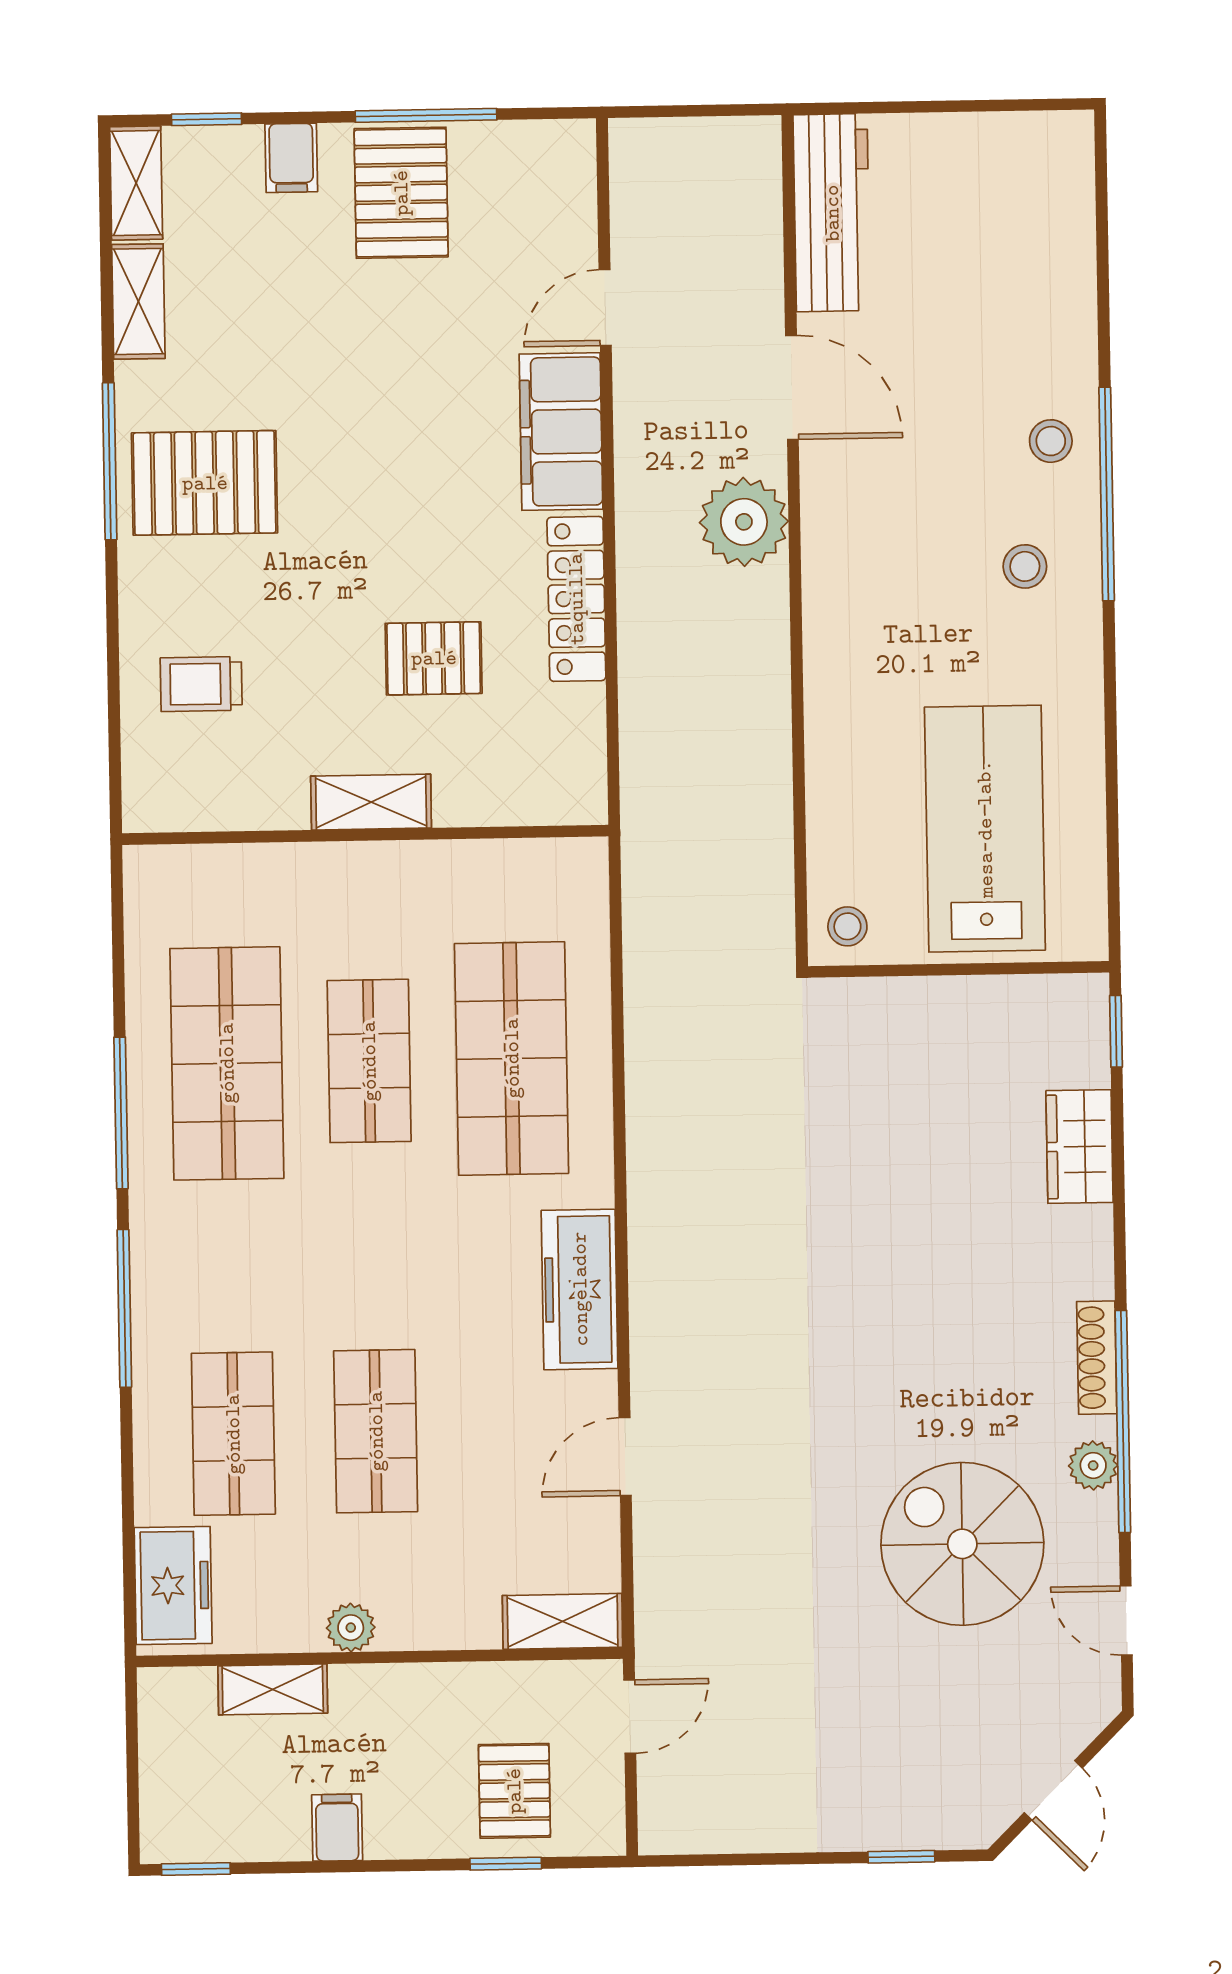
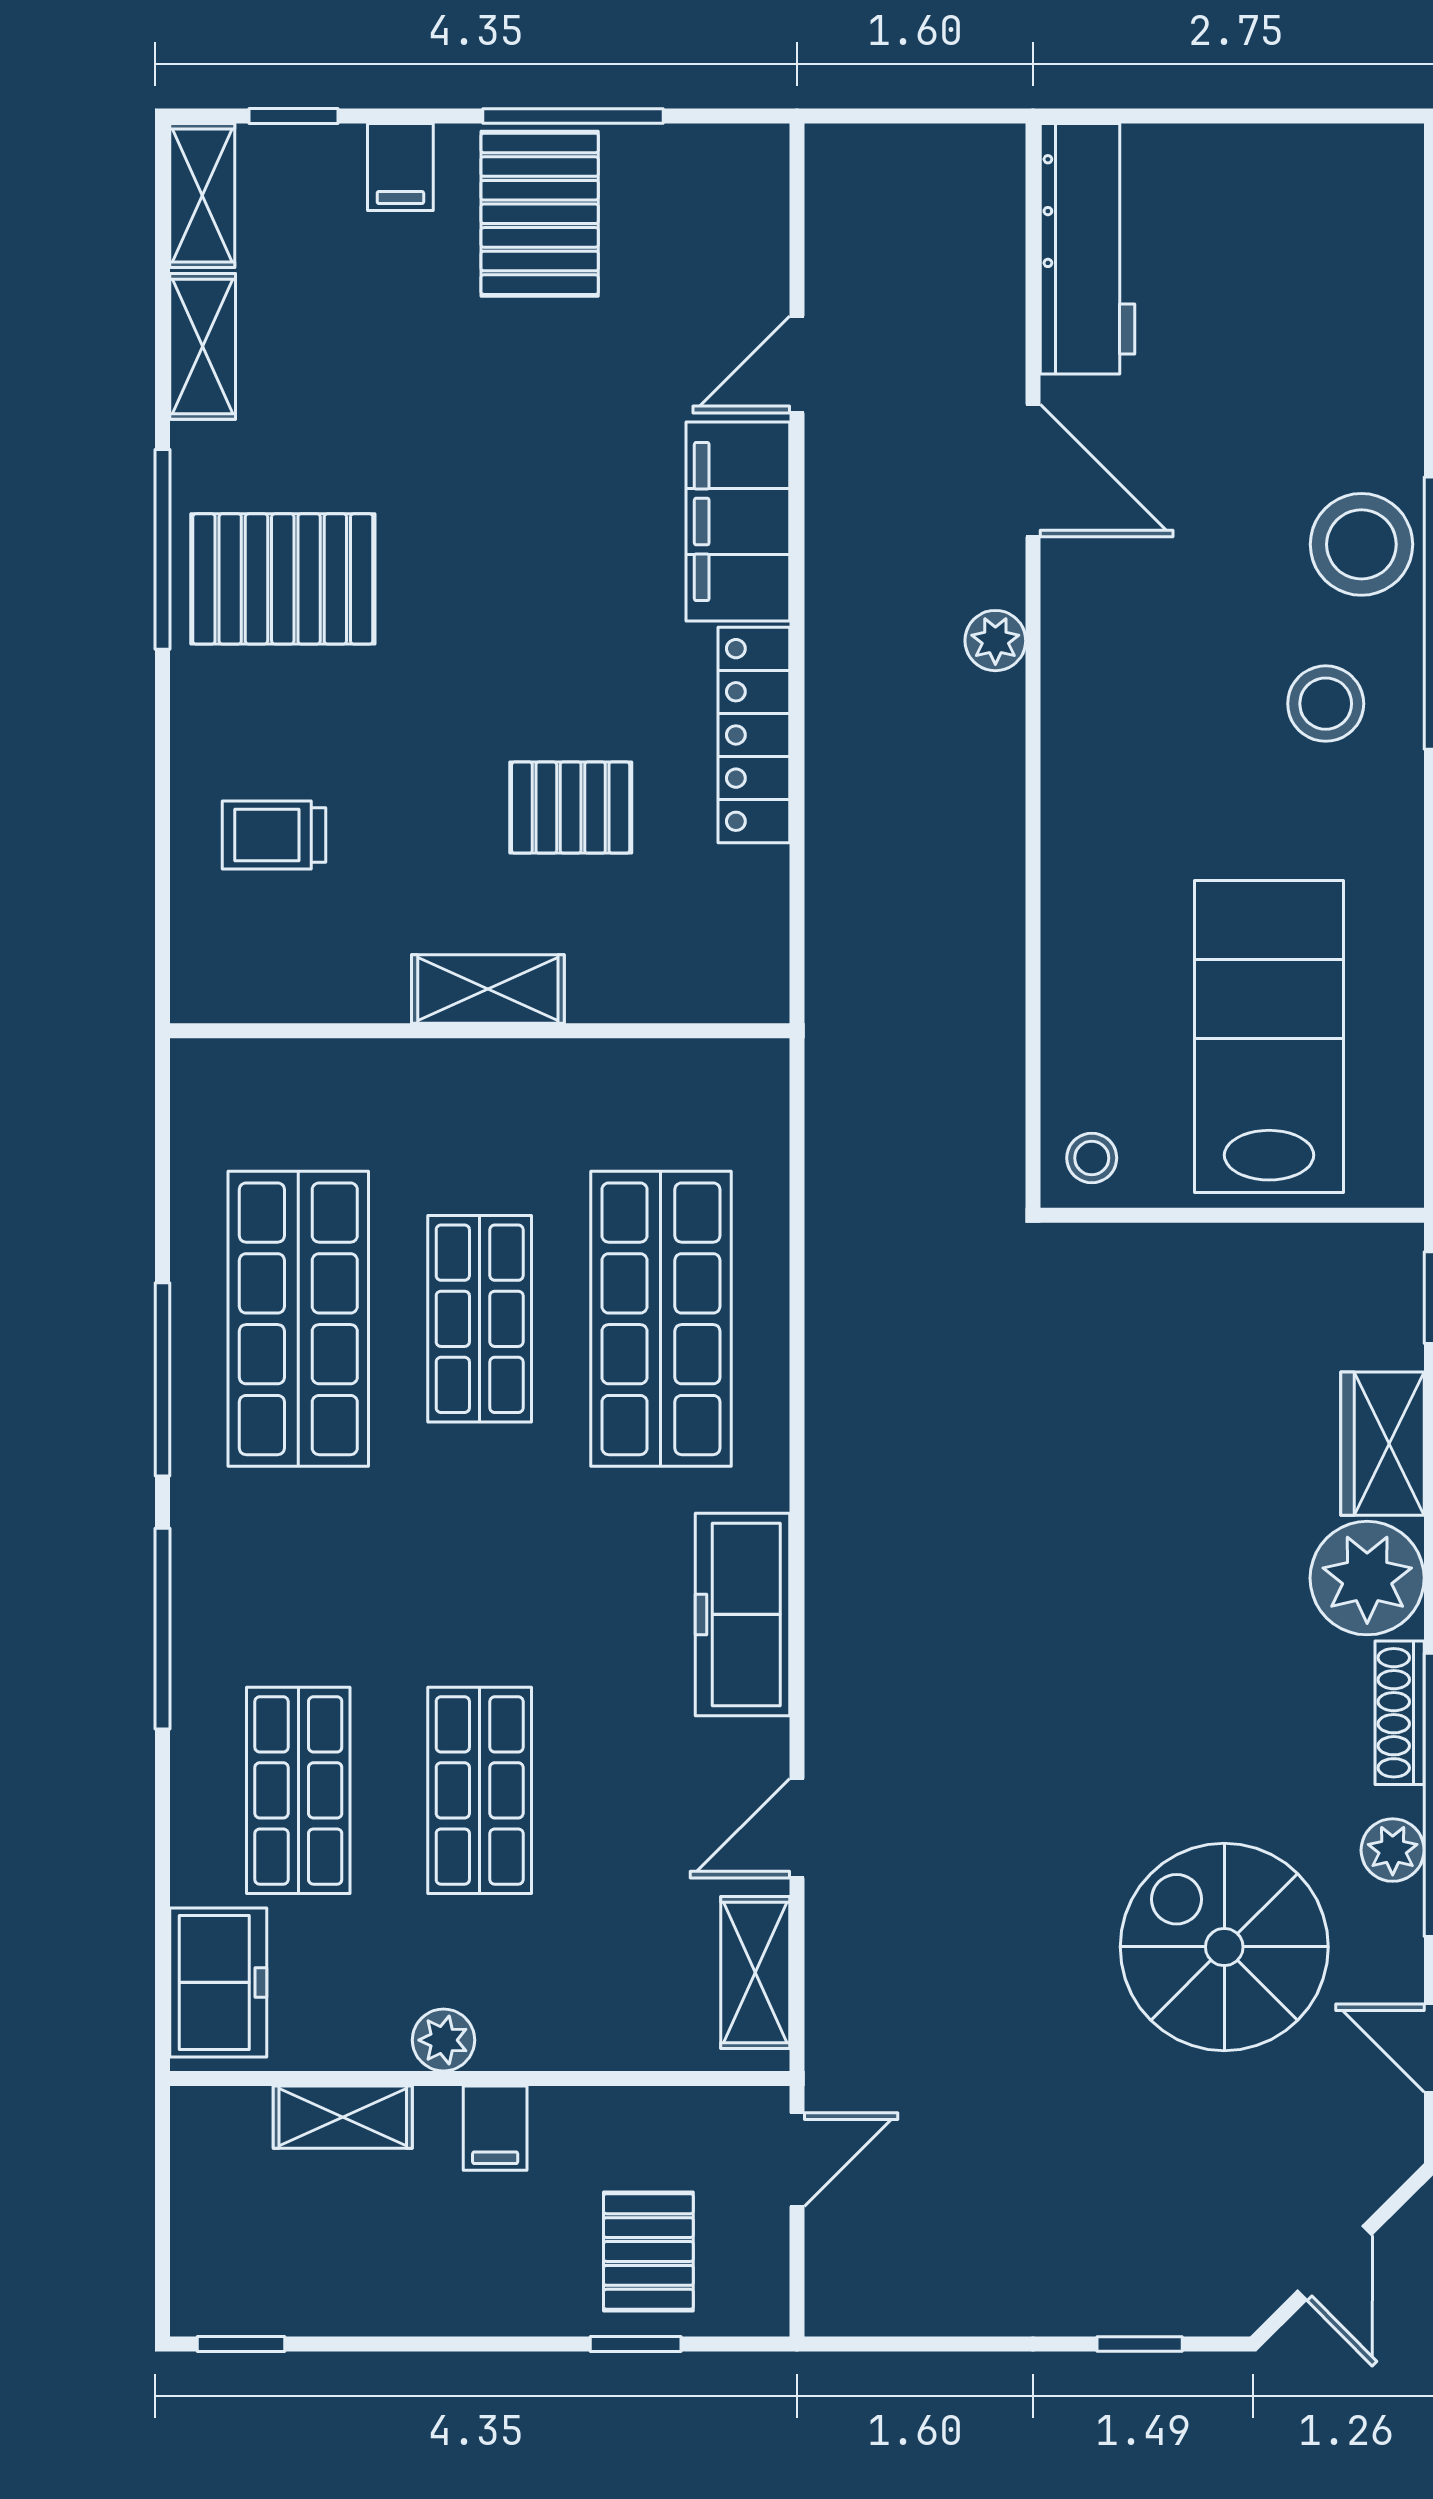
stool: (1051, 441) -> (1361, 544), width x1.89, depth x1.89
plant: (744, 522) -> (995, 641), width x0.53, depth x0.53
stool: (1025, 566) -> (1326, 704), width x1.37, depth x1.37
plant: (1069, 1252) -> (1367, 1578), added
shelving: (563, 1621) -> (755, 1972), moved, turned 90
filing cabinet: (337, 1828) -> (495, 2128), moved, turned 180

